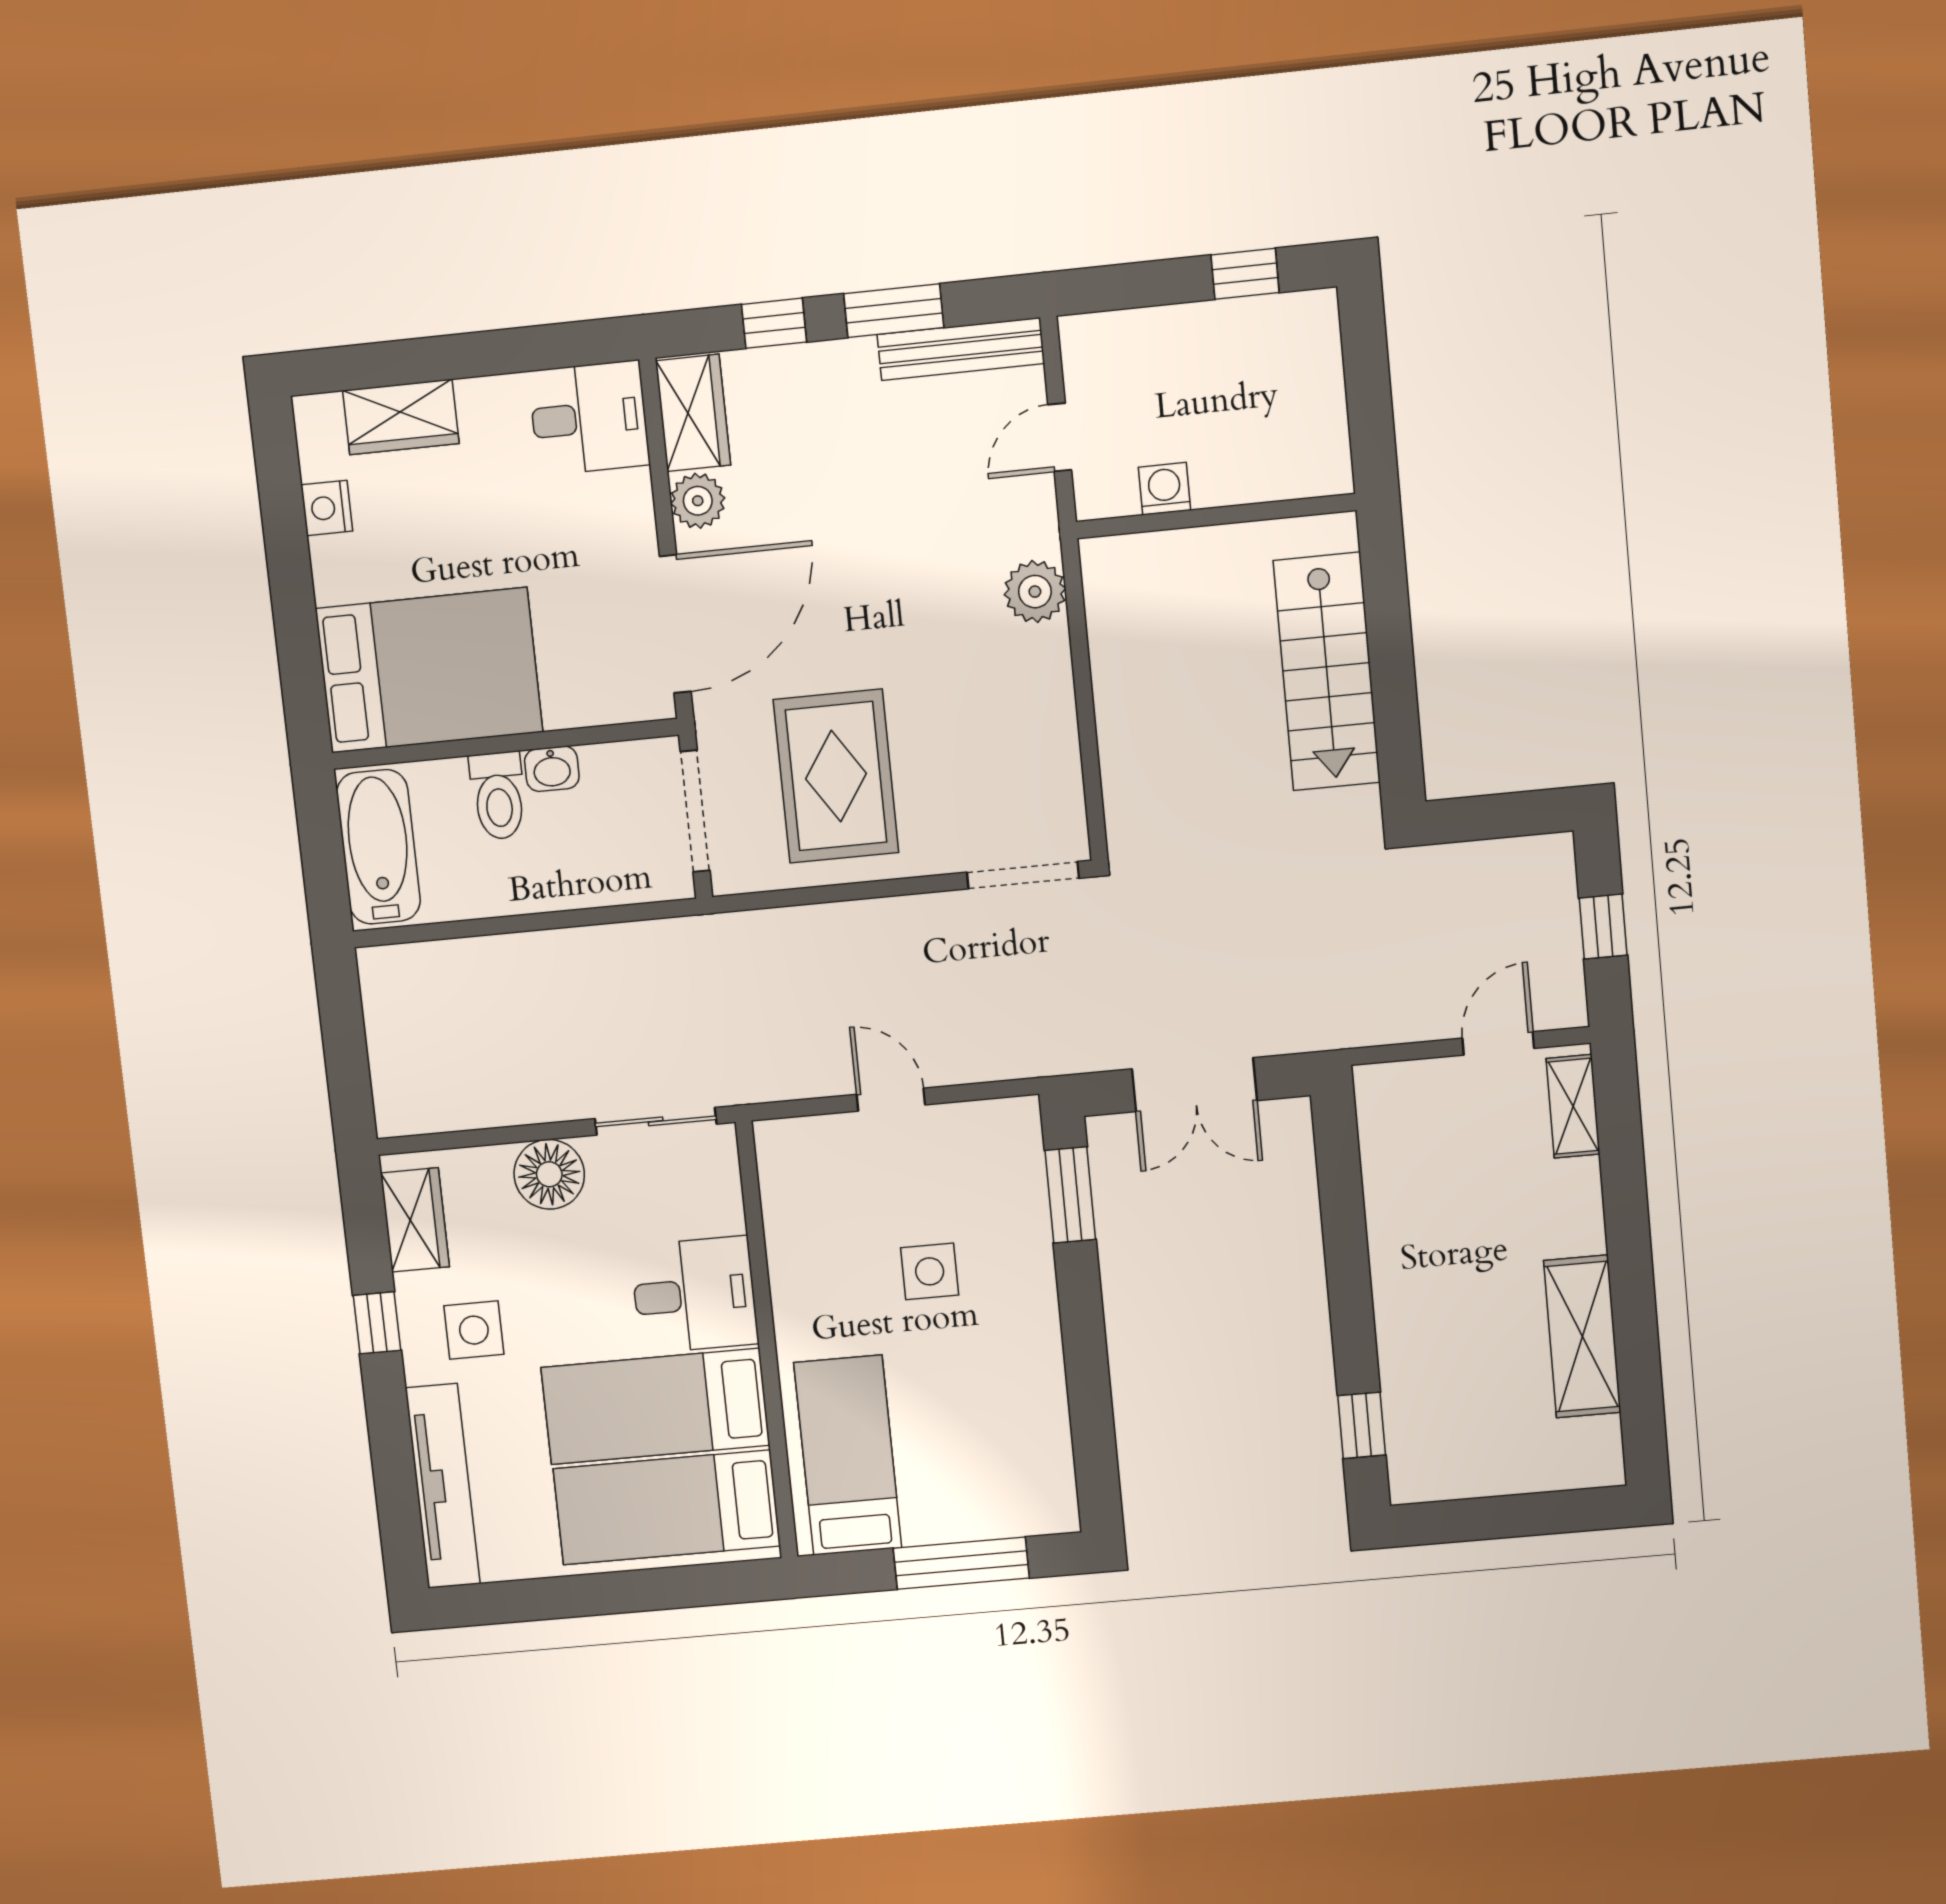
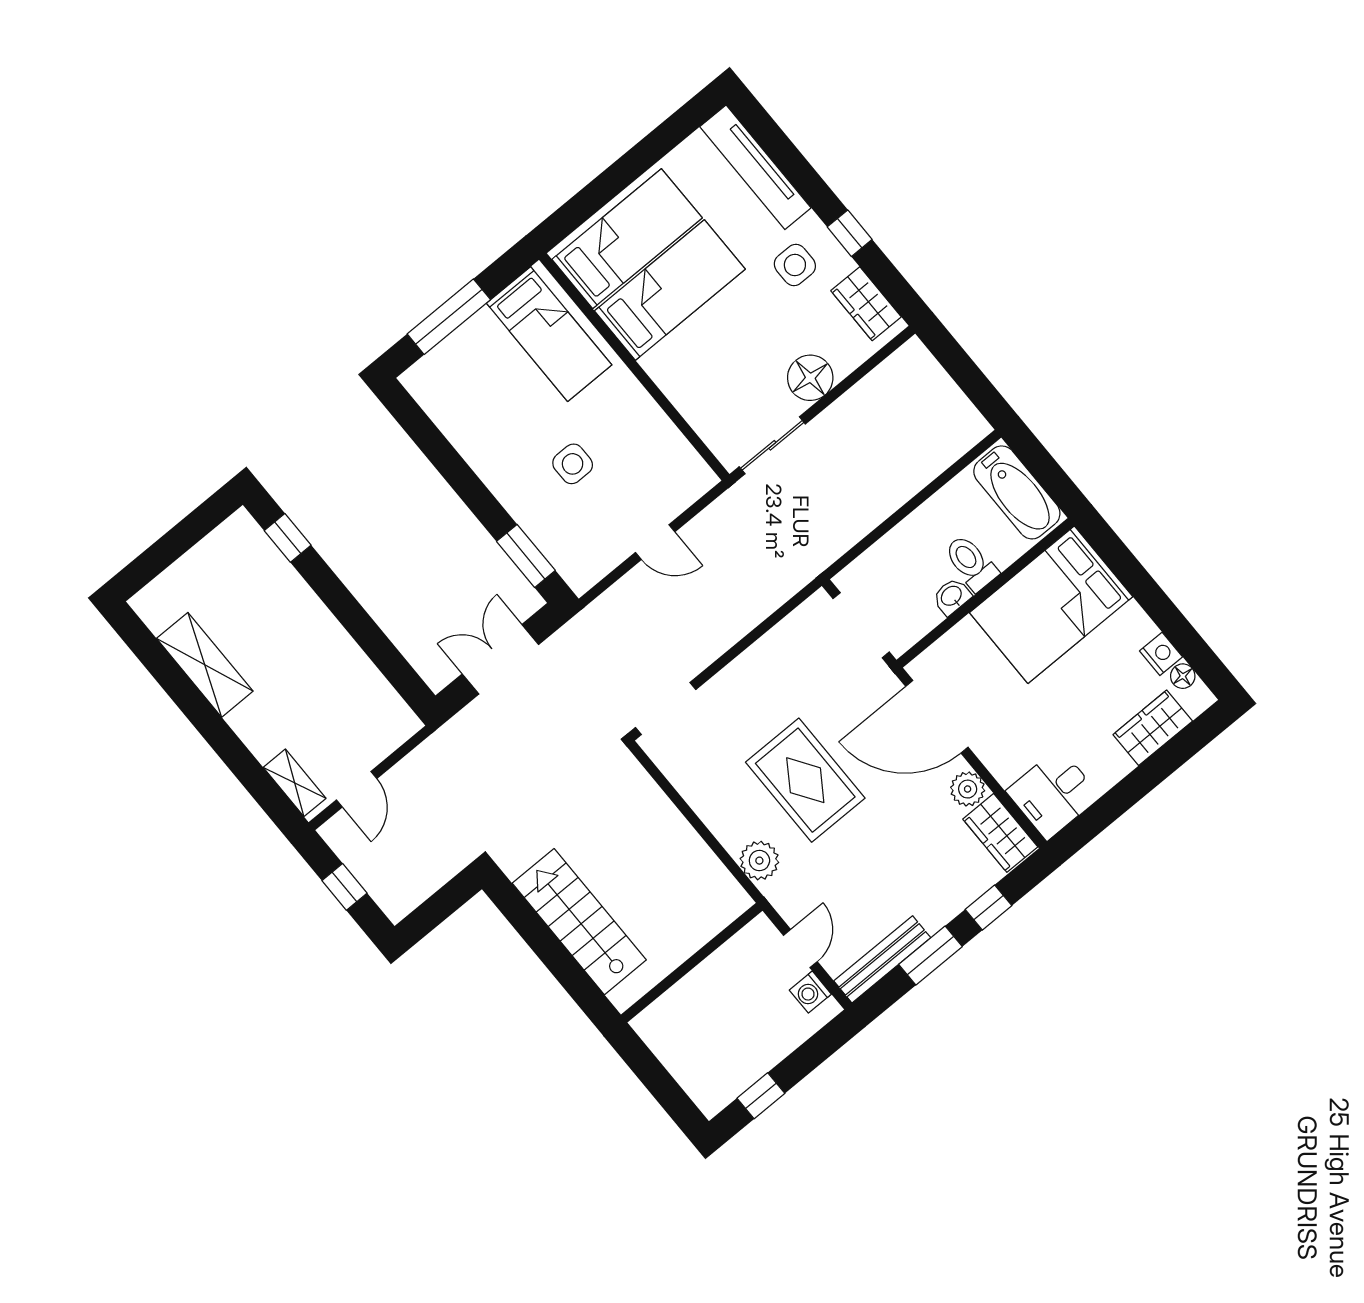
floor lamp: (317, 459) -> (1183, 676), added
washing machine: (1164, 489) -> (810, 992), moved, turned 90
door: (675, 624) -> (937, 717), hinge flipped
rug: (836, 776) -> (805, 780), moved
desk: (694, 1295) -> (689, 365), removed

